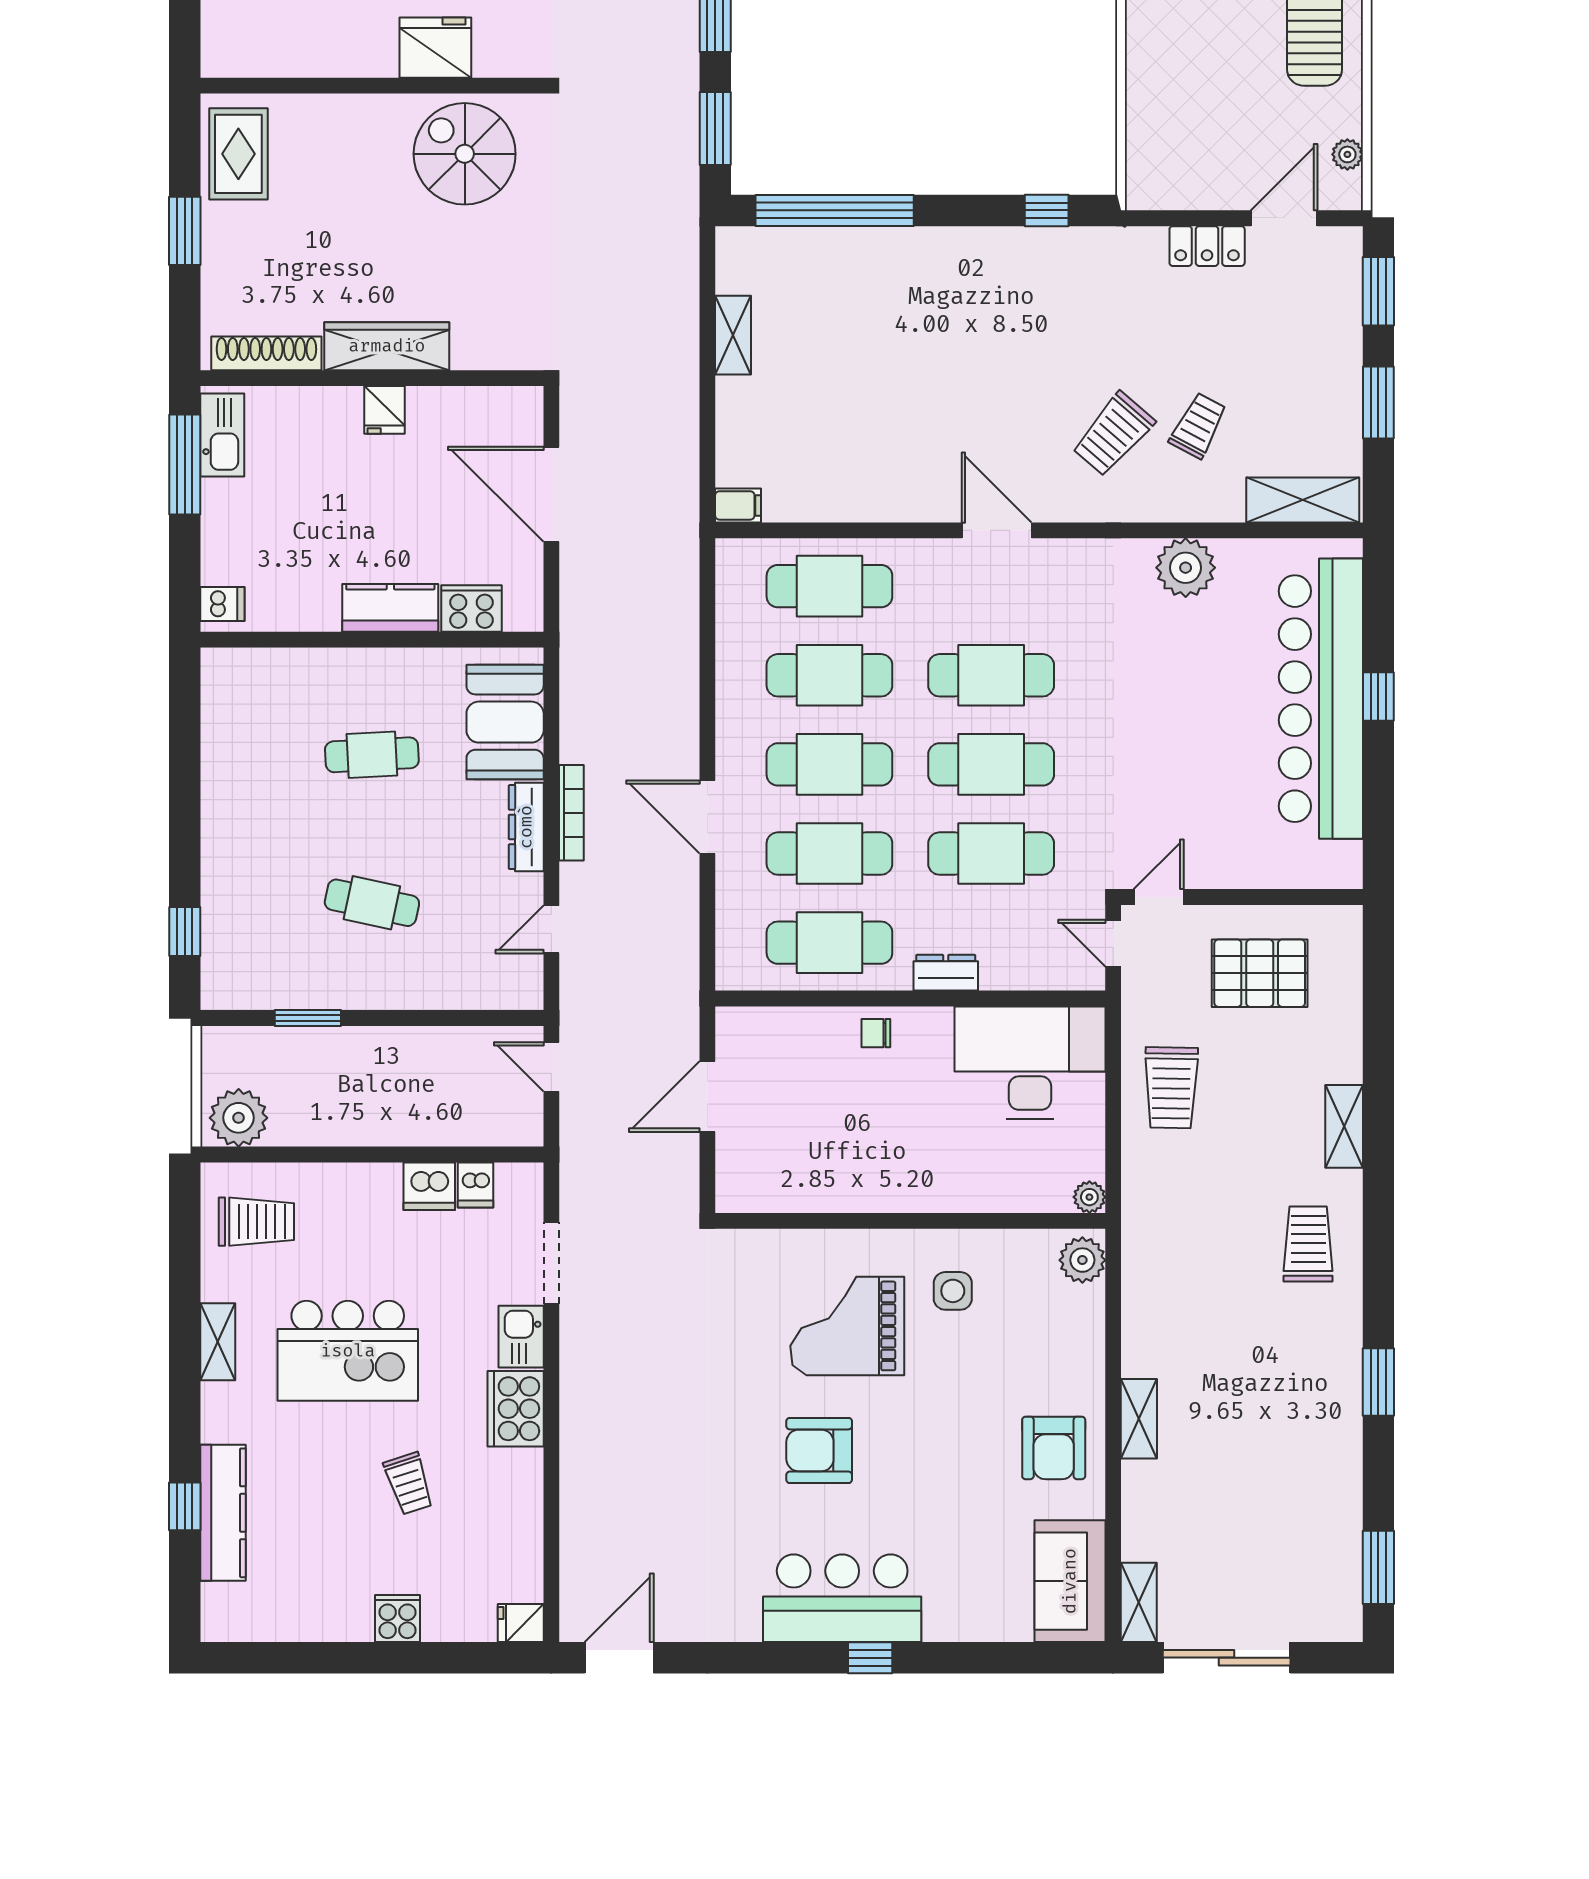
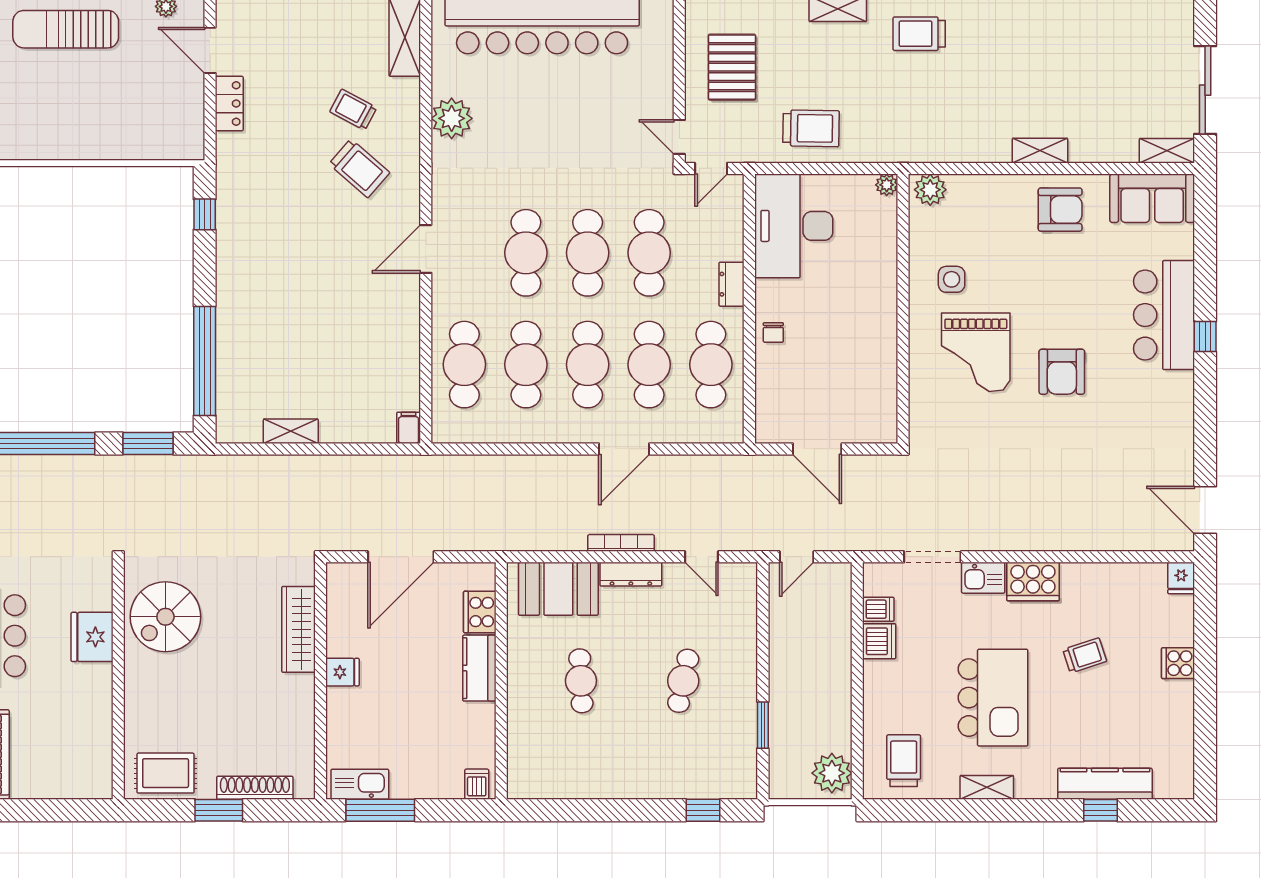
wardrobe: (387, 346) -> (299, 629), moved
shoe rack: (266, 353) -> (255, 788), moved, turned 90
bar counter: (842, 1598) -> (1164, 315), moved

